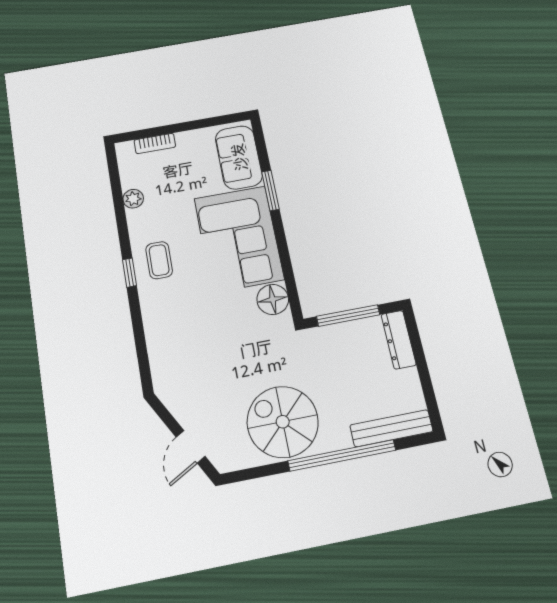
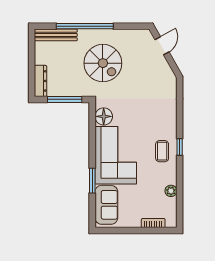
spiral stairs: (283, 422) -> (103, 63), moved

